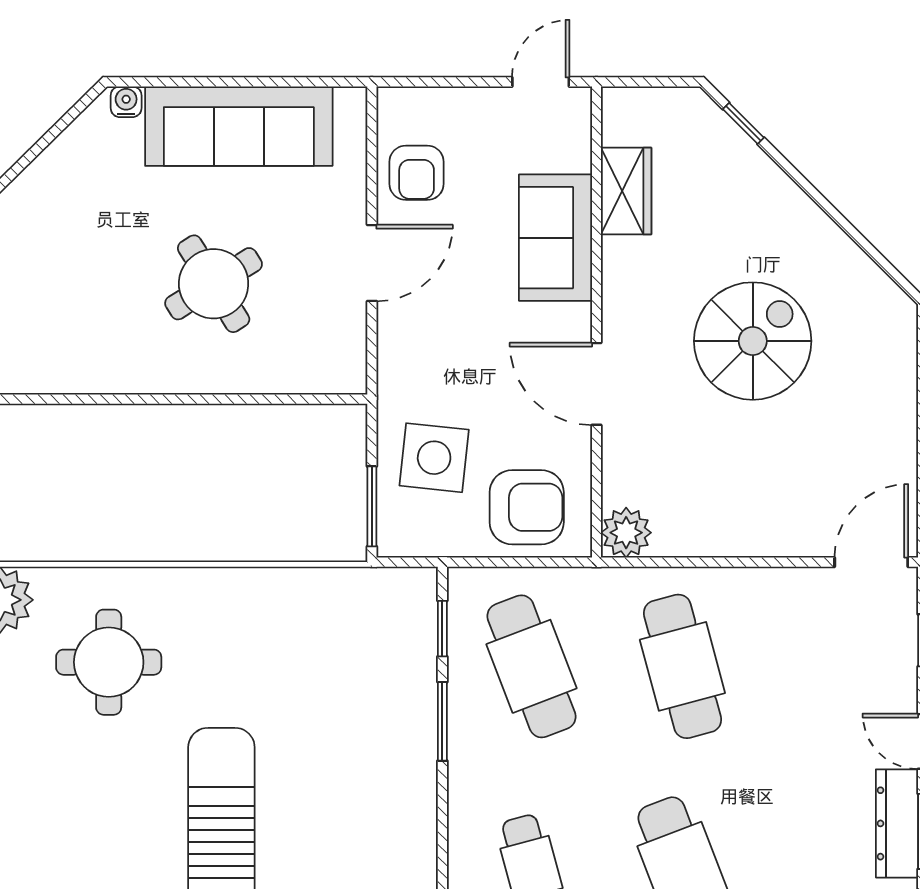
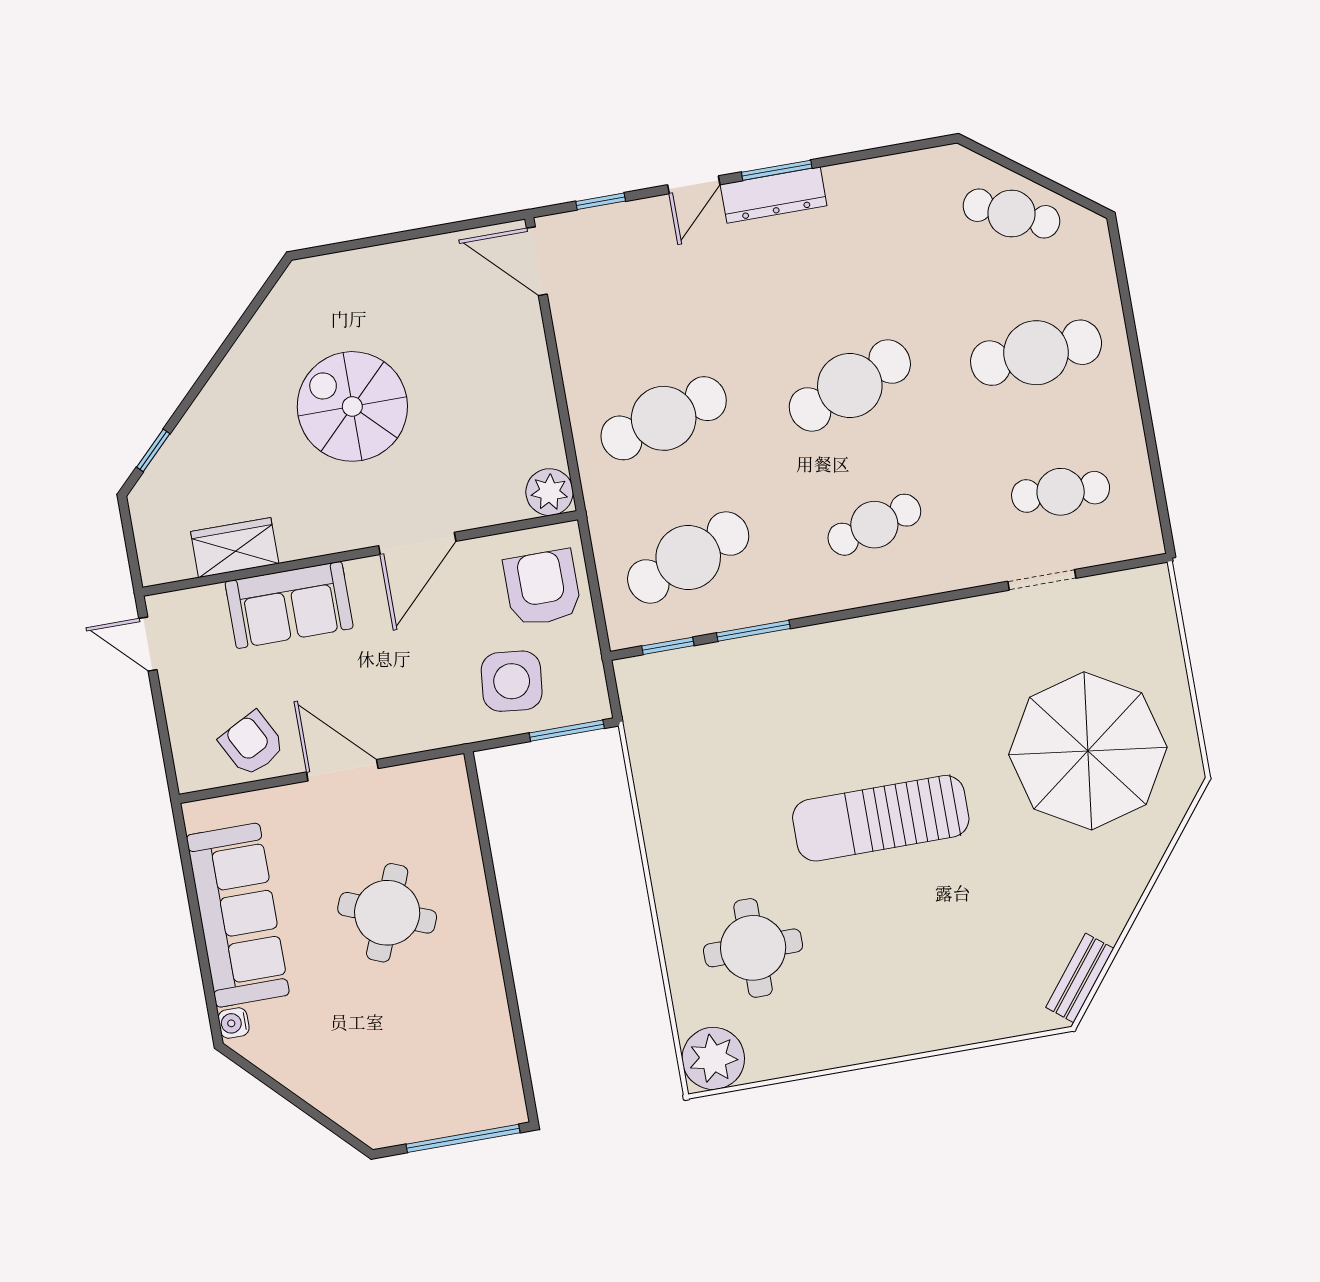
armchair: (417, 173) -> (252, 744), turned -118
round table: (214, 284) -> (387, 913), turned -36

